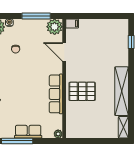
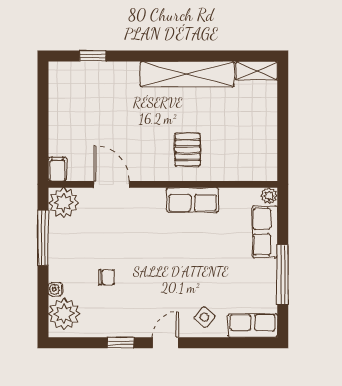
door: (64, 52) -> (112, 184), swing flipped
pallet: (82, 91) -> (187, 150), width x0.67, depth x0.71
row of seats: (56, 94) -> (192, 200), width x0.68
row of seats: (28, 132) -> (265, 232), moved

